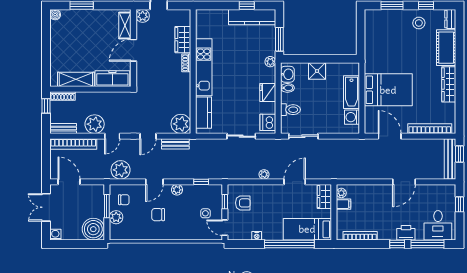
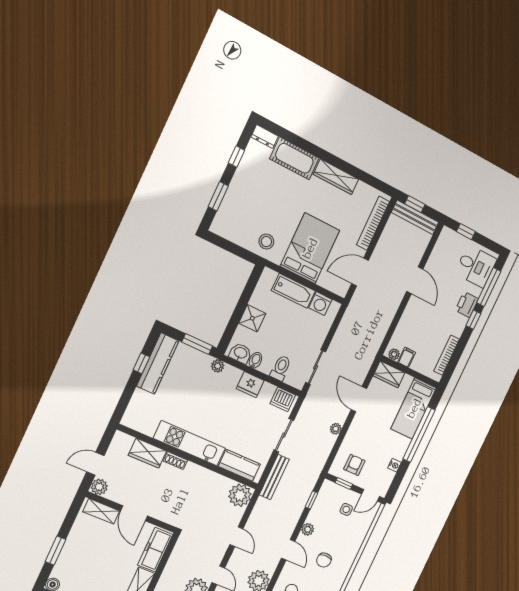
stool: (419, 23) -> (266, 242), moved
bench: (175, 144) -> (274, 477), moved, width x1.36

